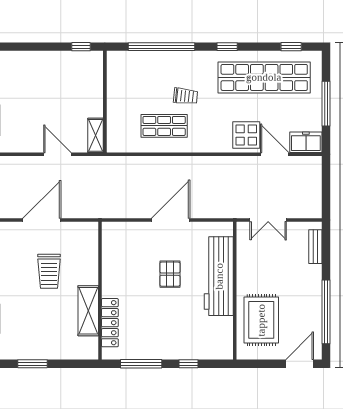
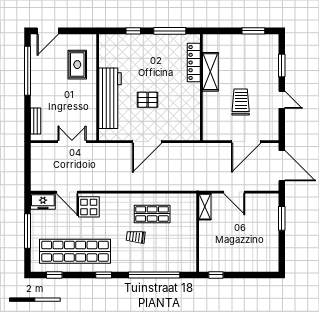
pallet: (170, 274) -> (148, 100), turned 90
rug: (261, 320) -> (77, 65), width x0.73, depth x0.70

